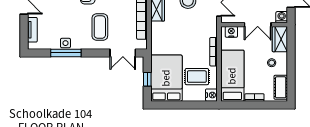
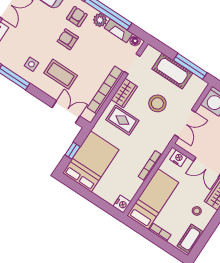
coffee table: (100, 27) -> (61, 74), turned 90
side table: (65, 43) -> (31, 64), moved
double door: (123, 53) -> (66, 112), swing flipped
rug: (197, 77) -> (122, 120), moved

